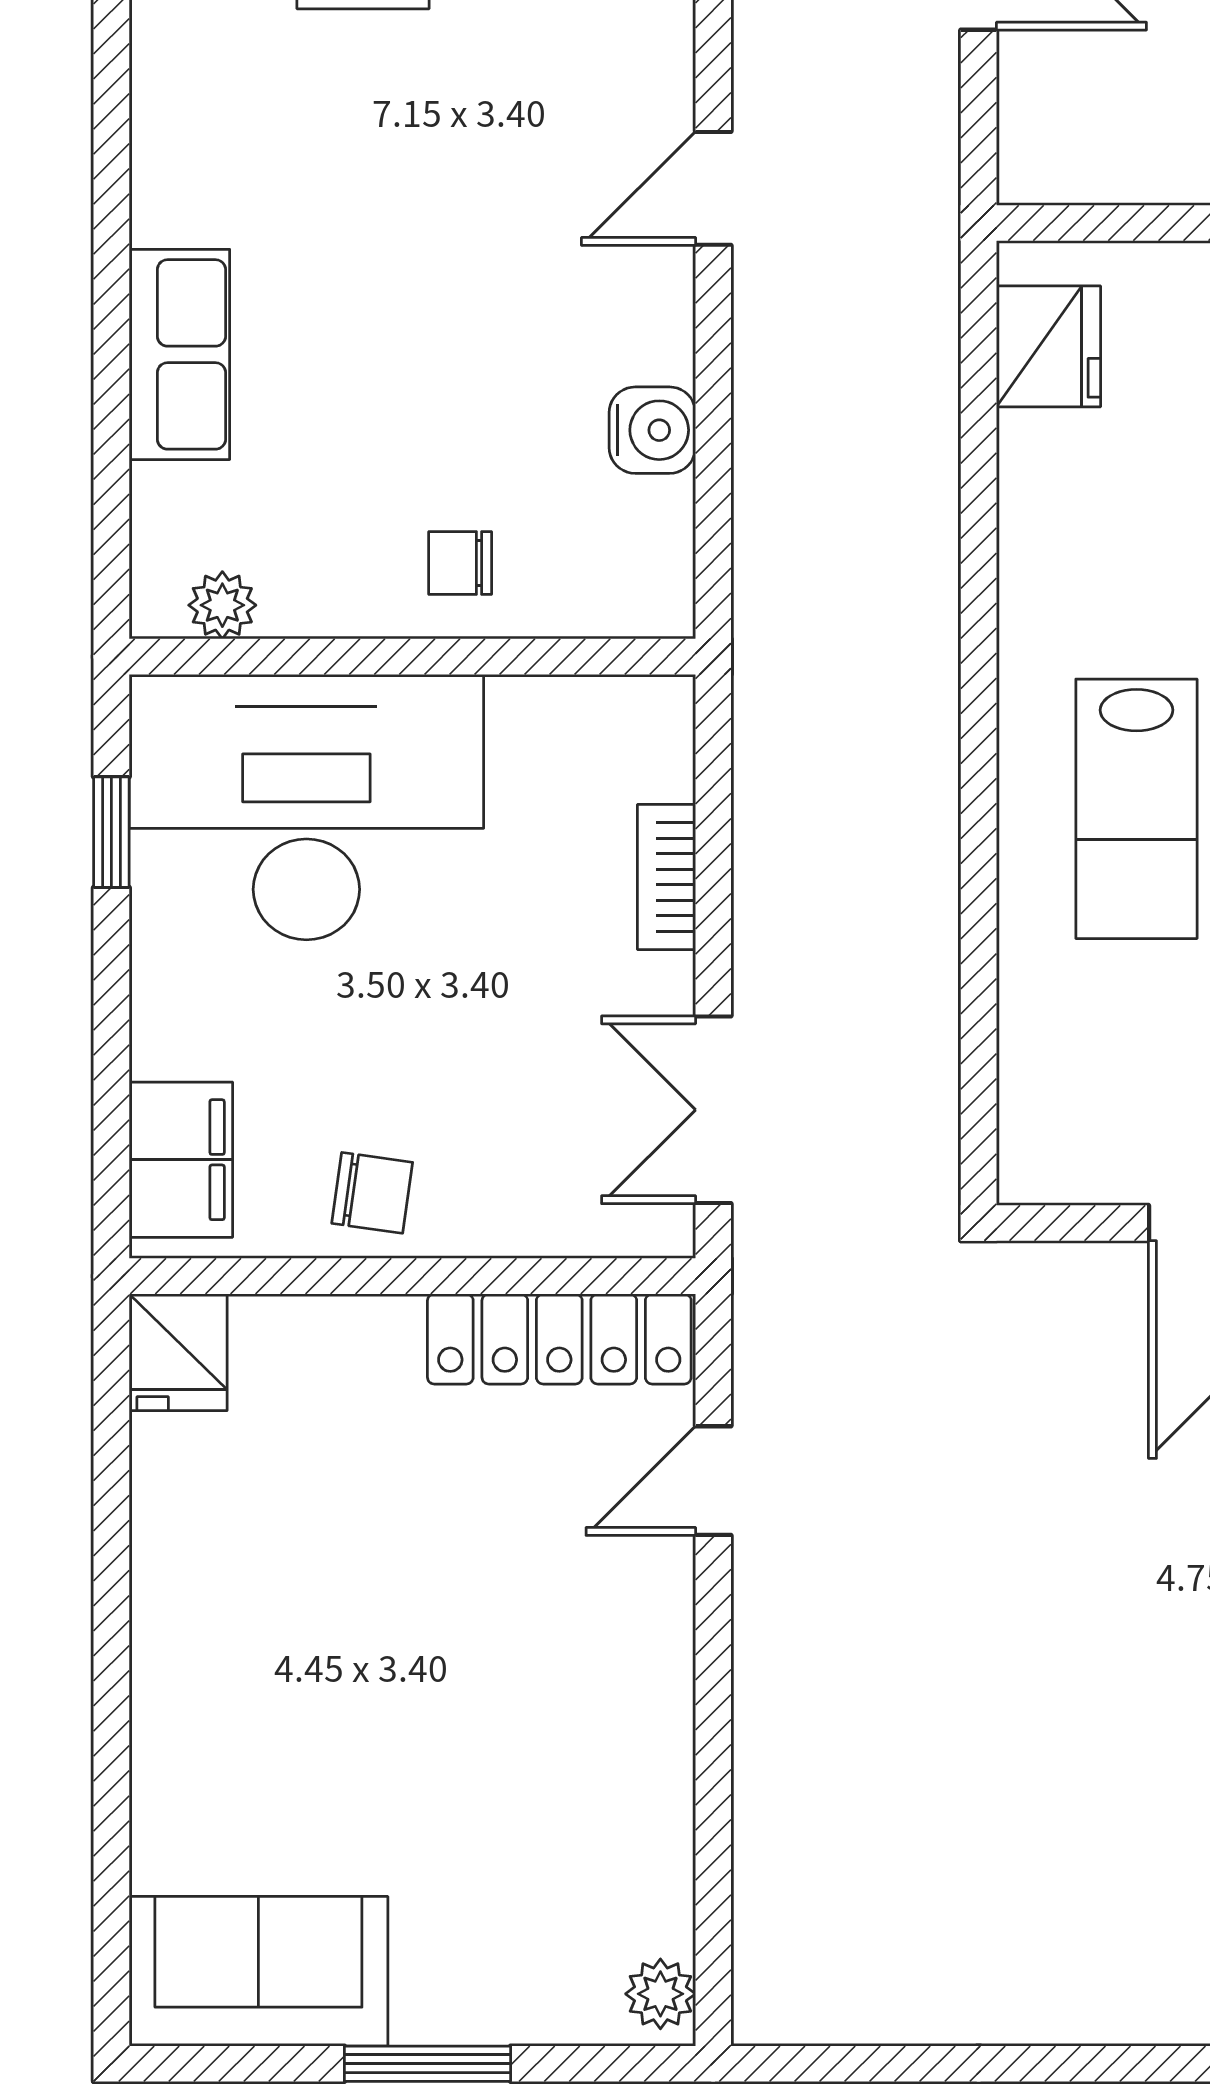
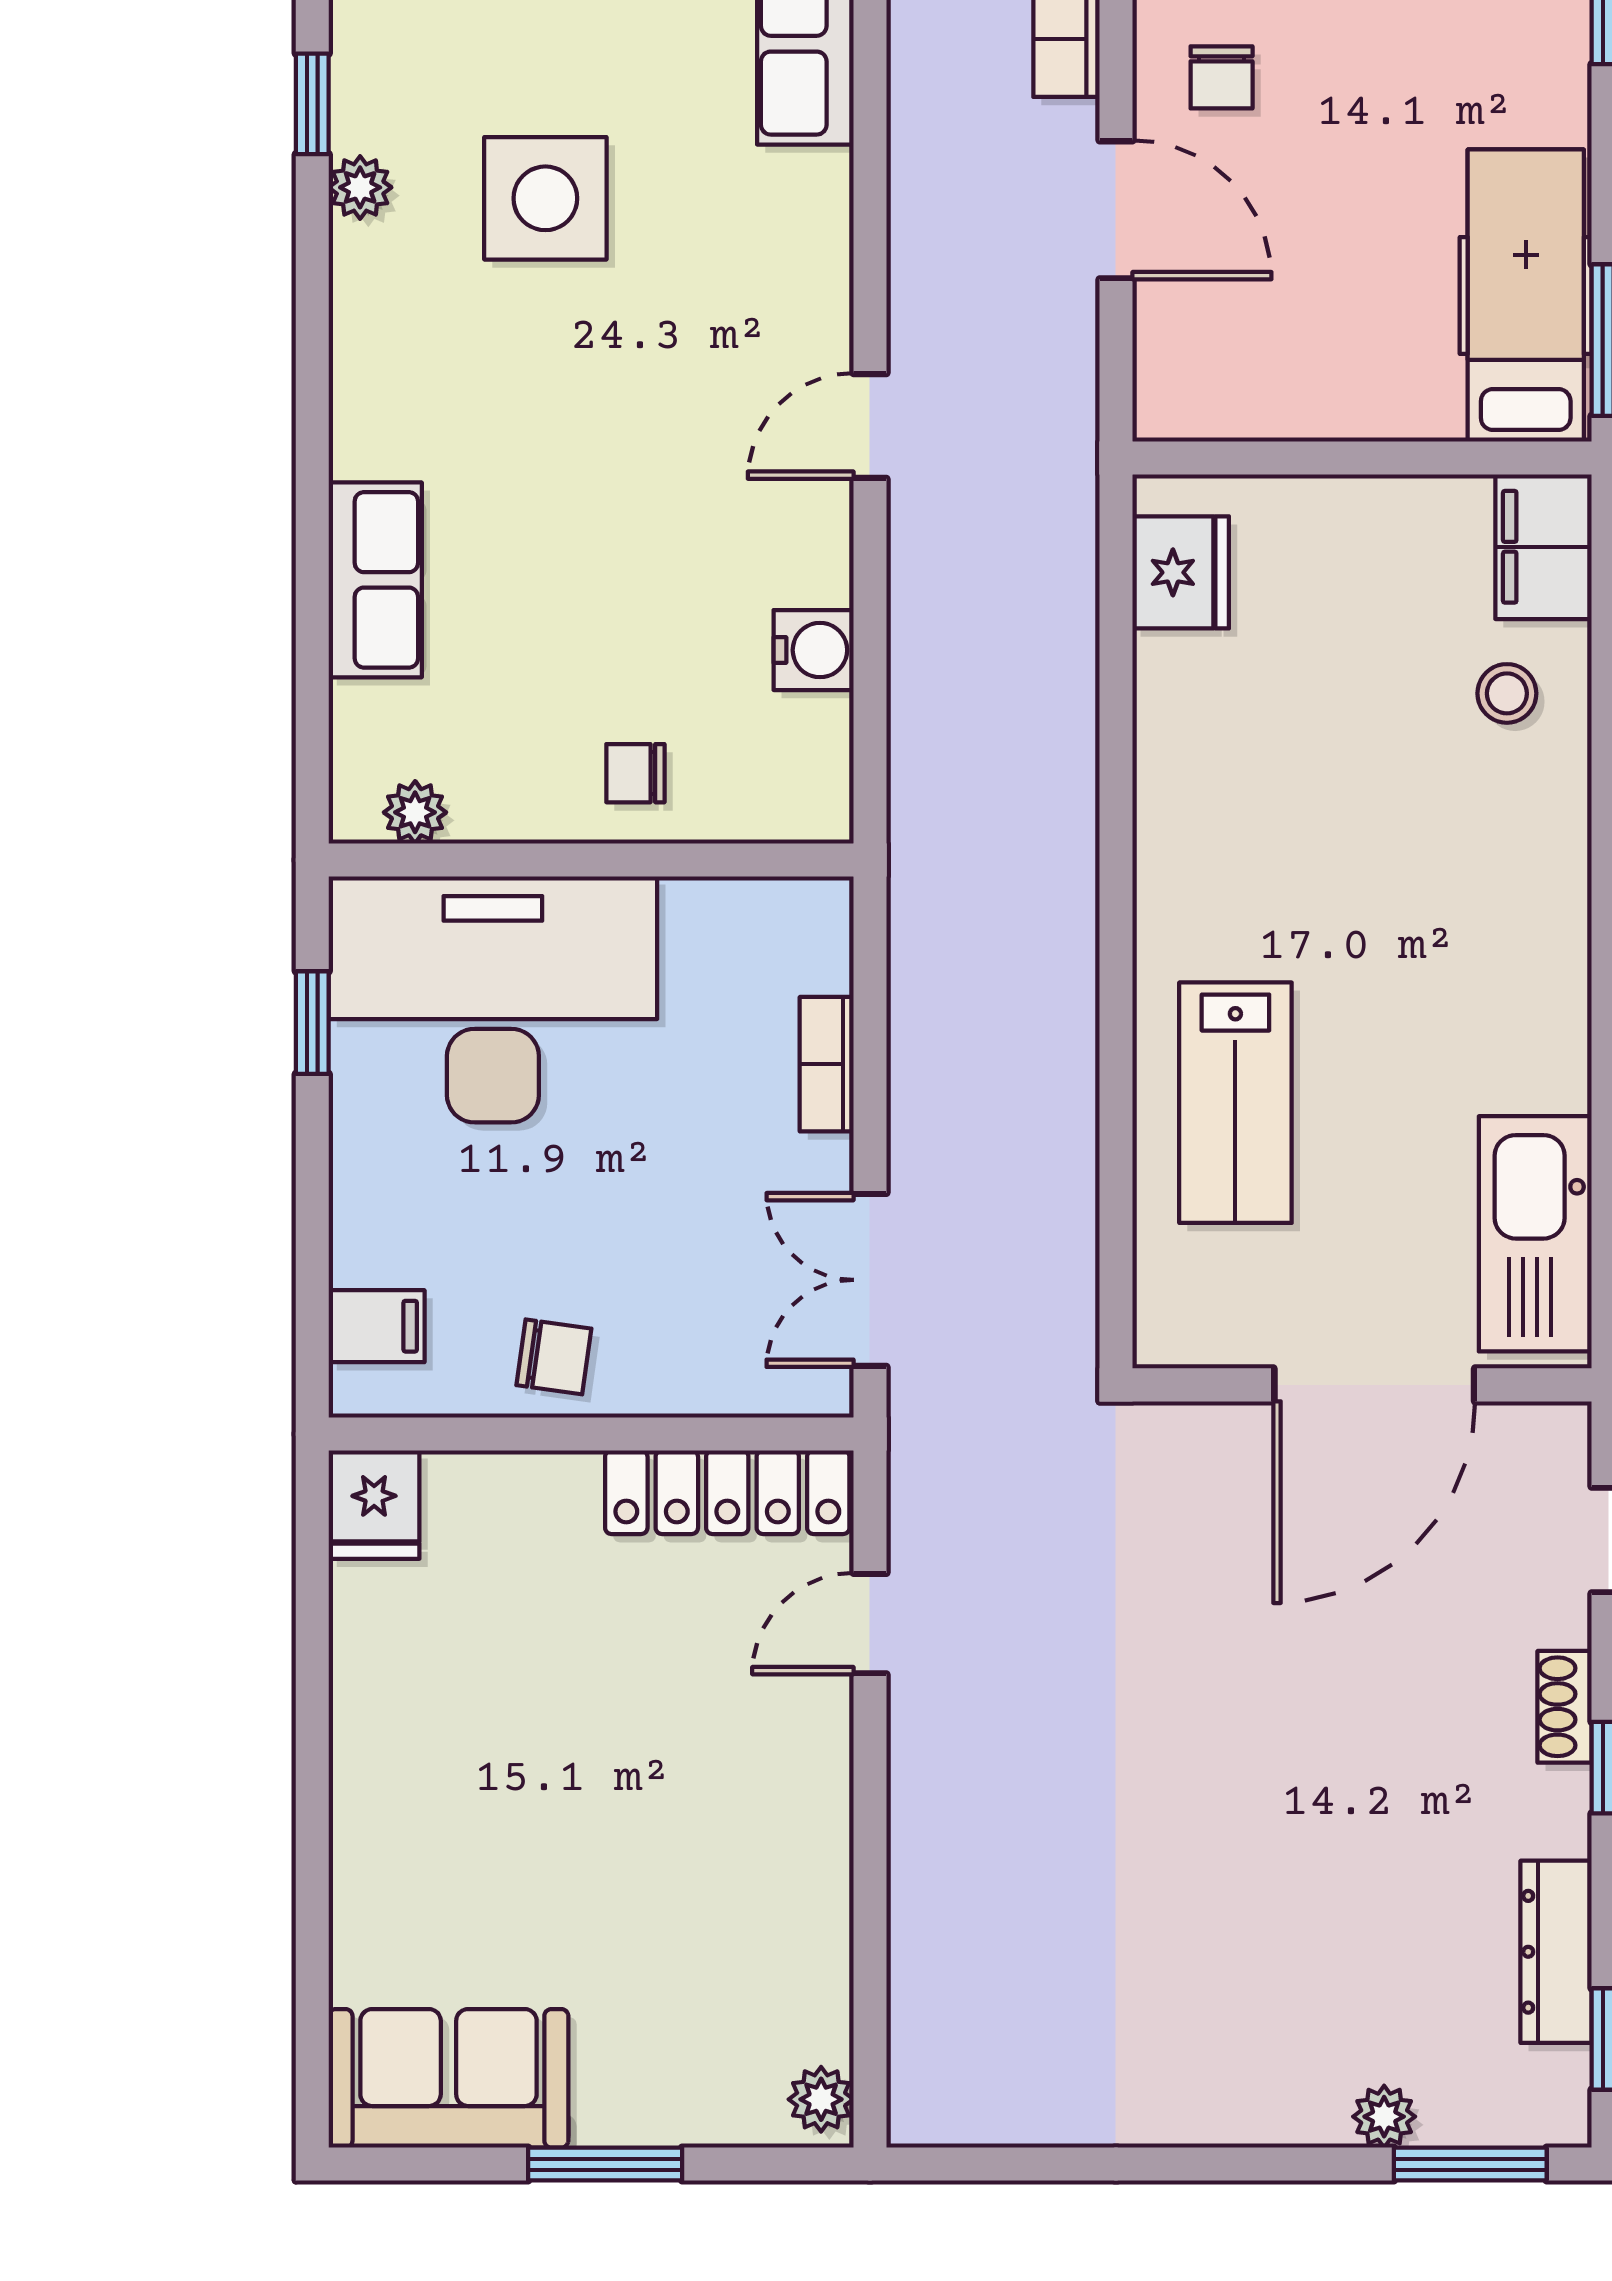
lab bench: (1136, 809) -> (1235, 1103), moved
filing cabinet: (181, 1160) -> (377, 1326), width x0.50

